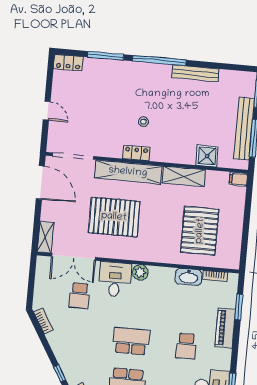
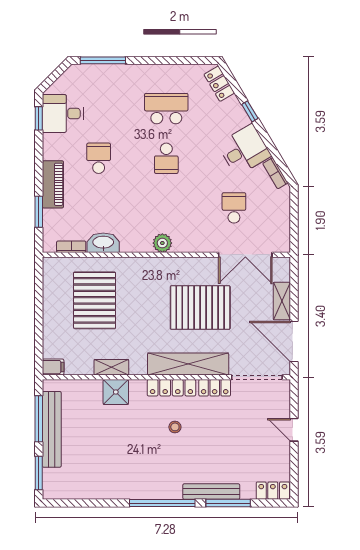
bench: (195, 73) -> (211, 492), moved
locker: (108, 151) -> (215, 388), added
locker: (136, 153) -> (171, 388), width x1.53
shower: (207, 156) -> (116, 392), moved
shelving: (184, 176) -> (111, 367), width x0.67, depth x0.75
shelving: (45, 237) -> (282, 301), moved
double door: (74, 257) -> (245, 255), swing flipped
desk: (115, 279) -> (244, 150), moved, turned -121
school desk: (131, 341) -> (166, 158), width x0.54

